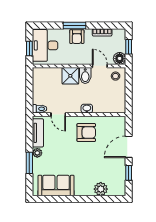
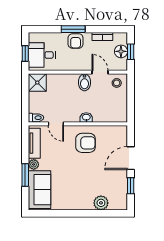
desk: (45, 45) -> (42, 55), width x0.73
floor lamp: (120, 58) -> (121, 51), moved
shower: (70, 76) -> (37, 83), moved
sofa: (56, 185) -> (39, 190), moved, turned 90

